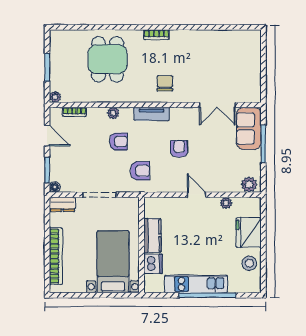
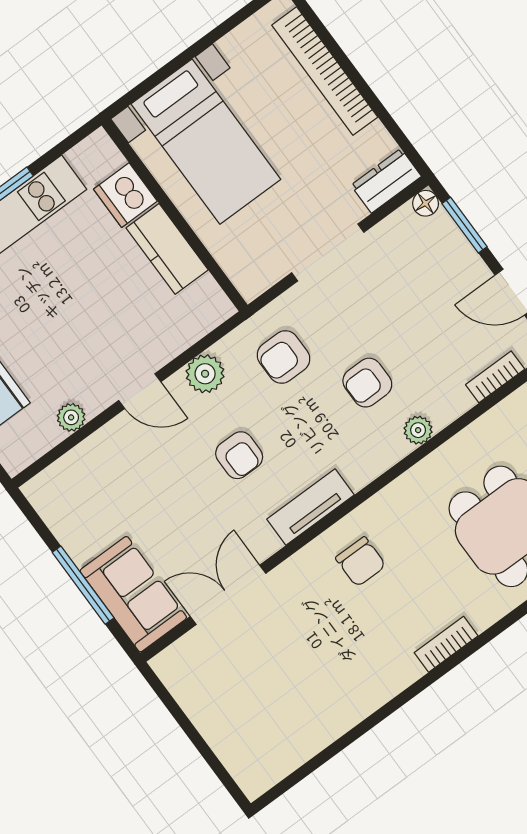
tv unit: (152, 114) -> (311, 507), moved
plant: (249, 184) -> (205, 374), moved

